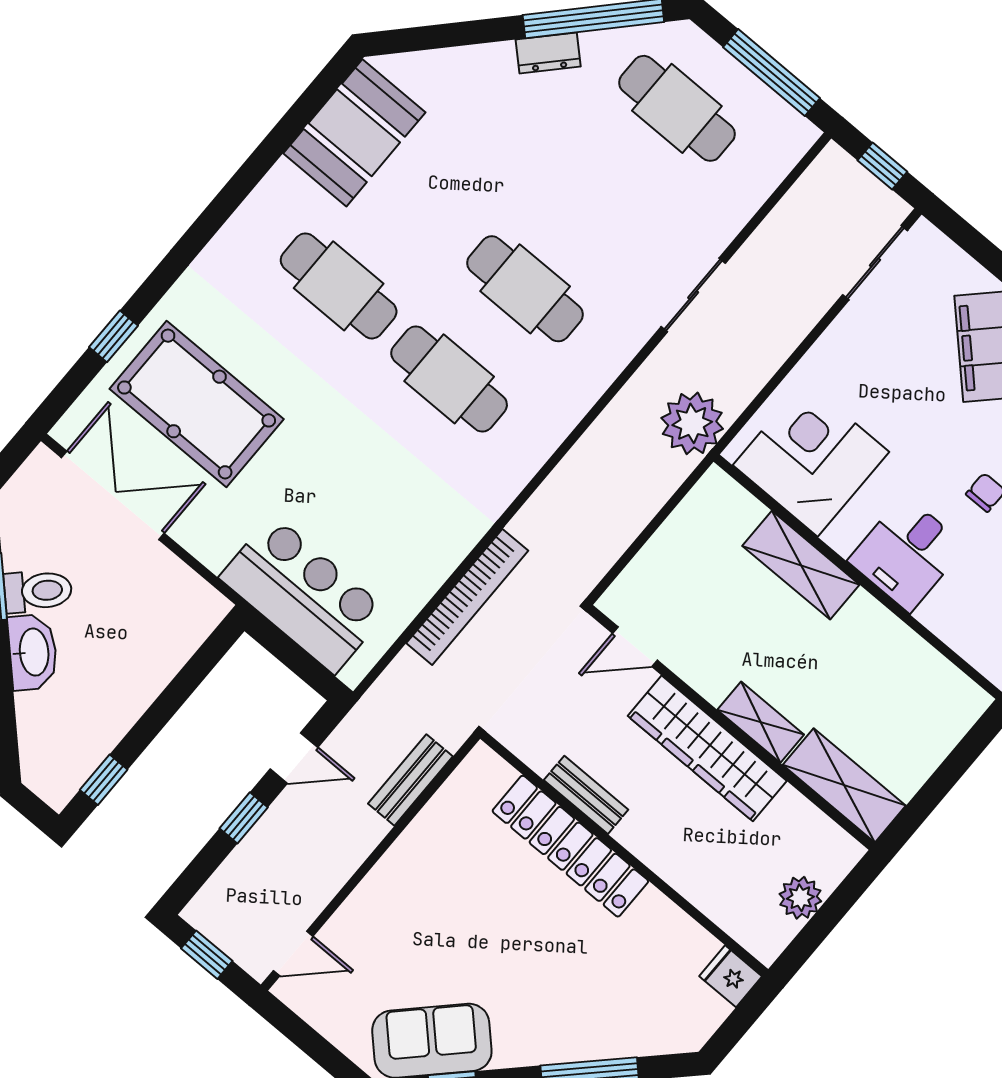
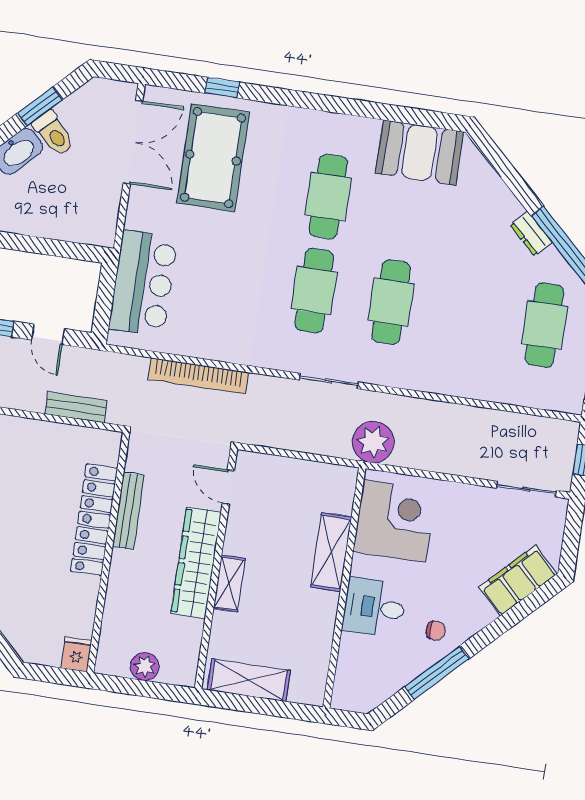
sliding door: (693, 295) -> (329, 381), moved
shelving: (844, 785) -> (249, 680), moved, turned 90
bench: (586, 795) -> (128, 511), width x1.36

